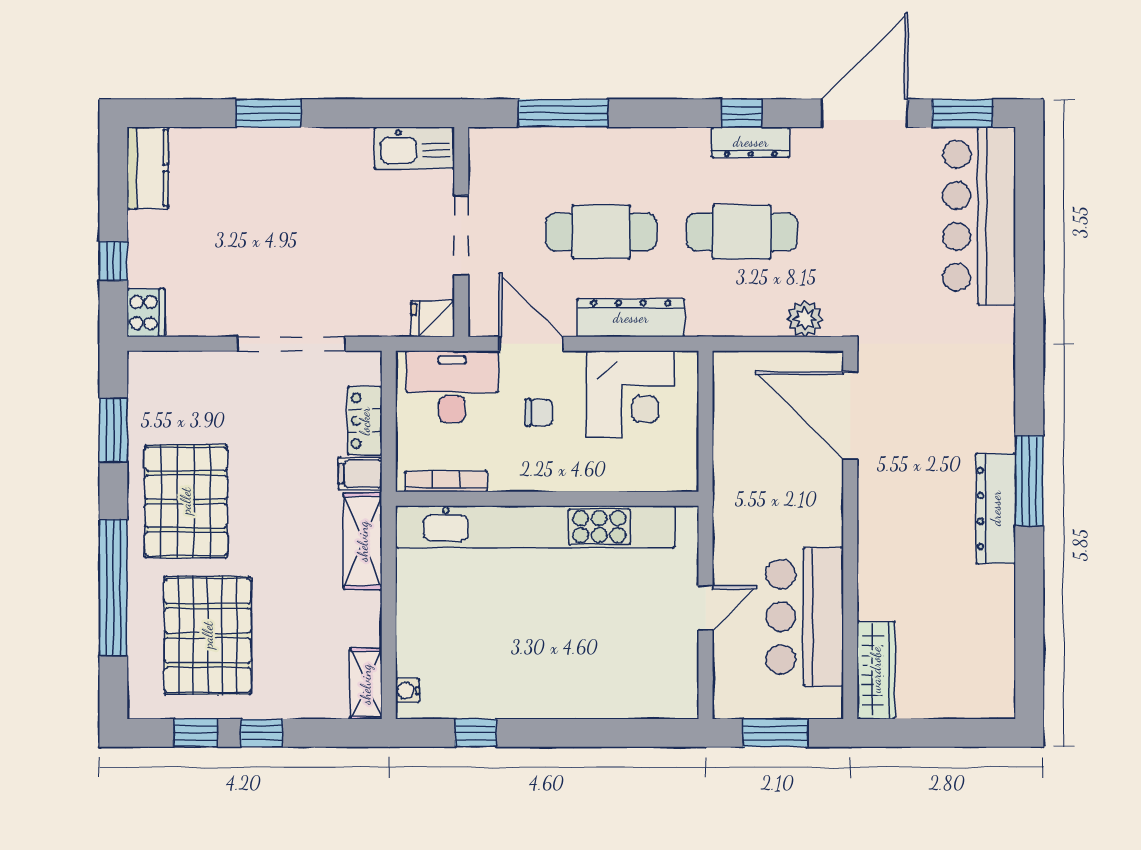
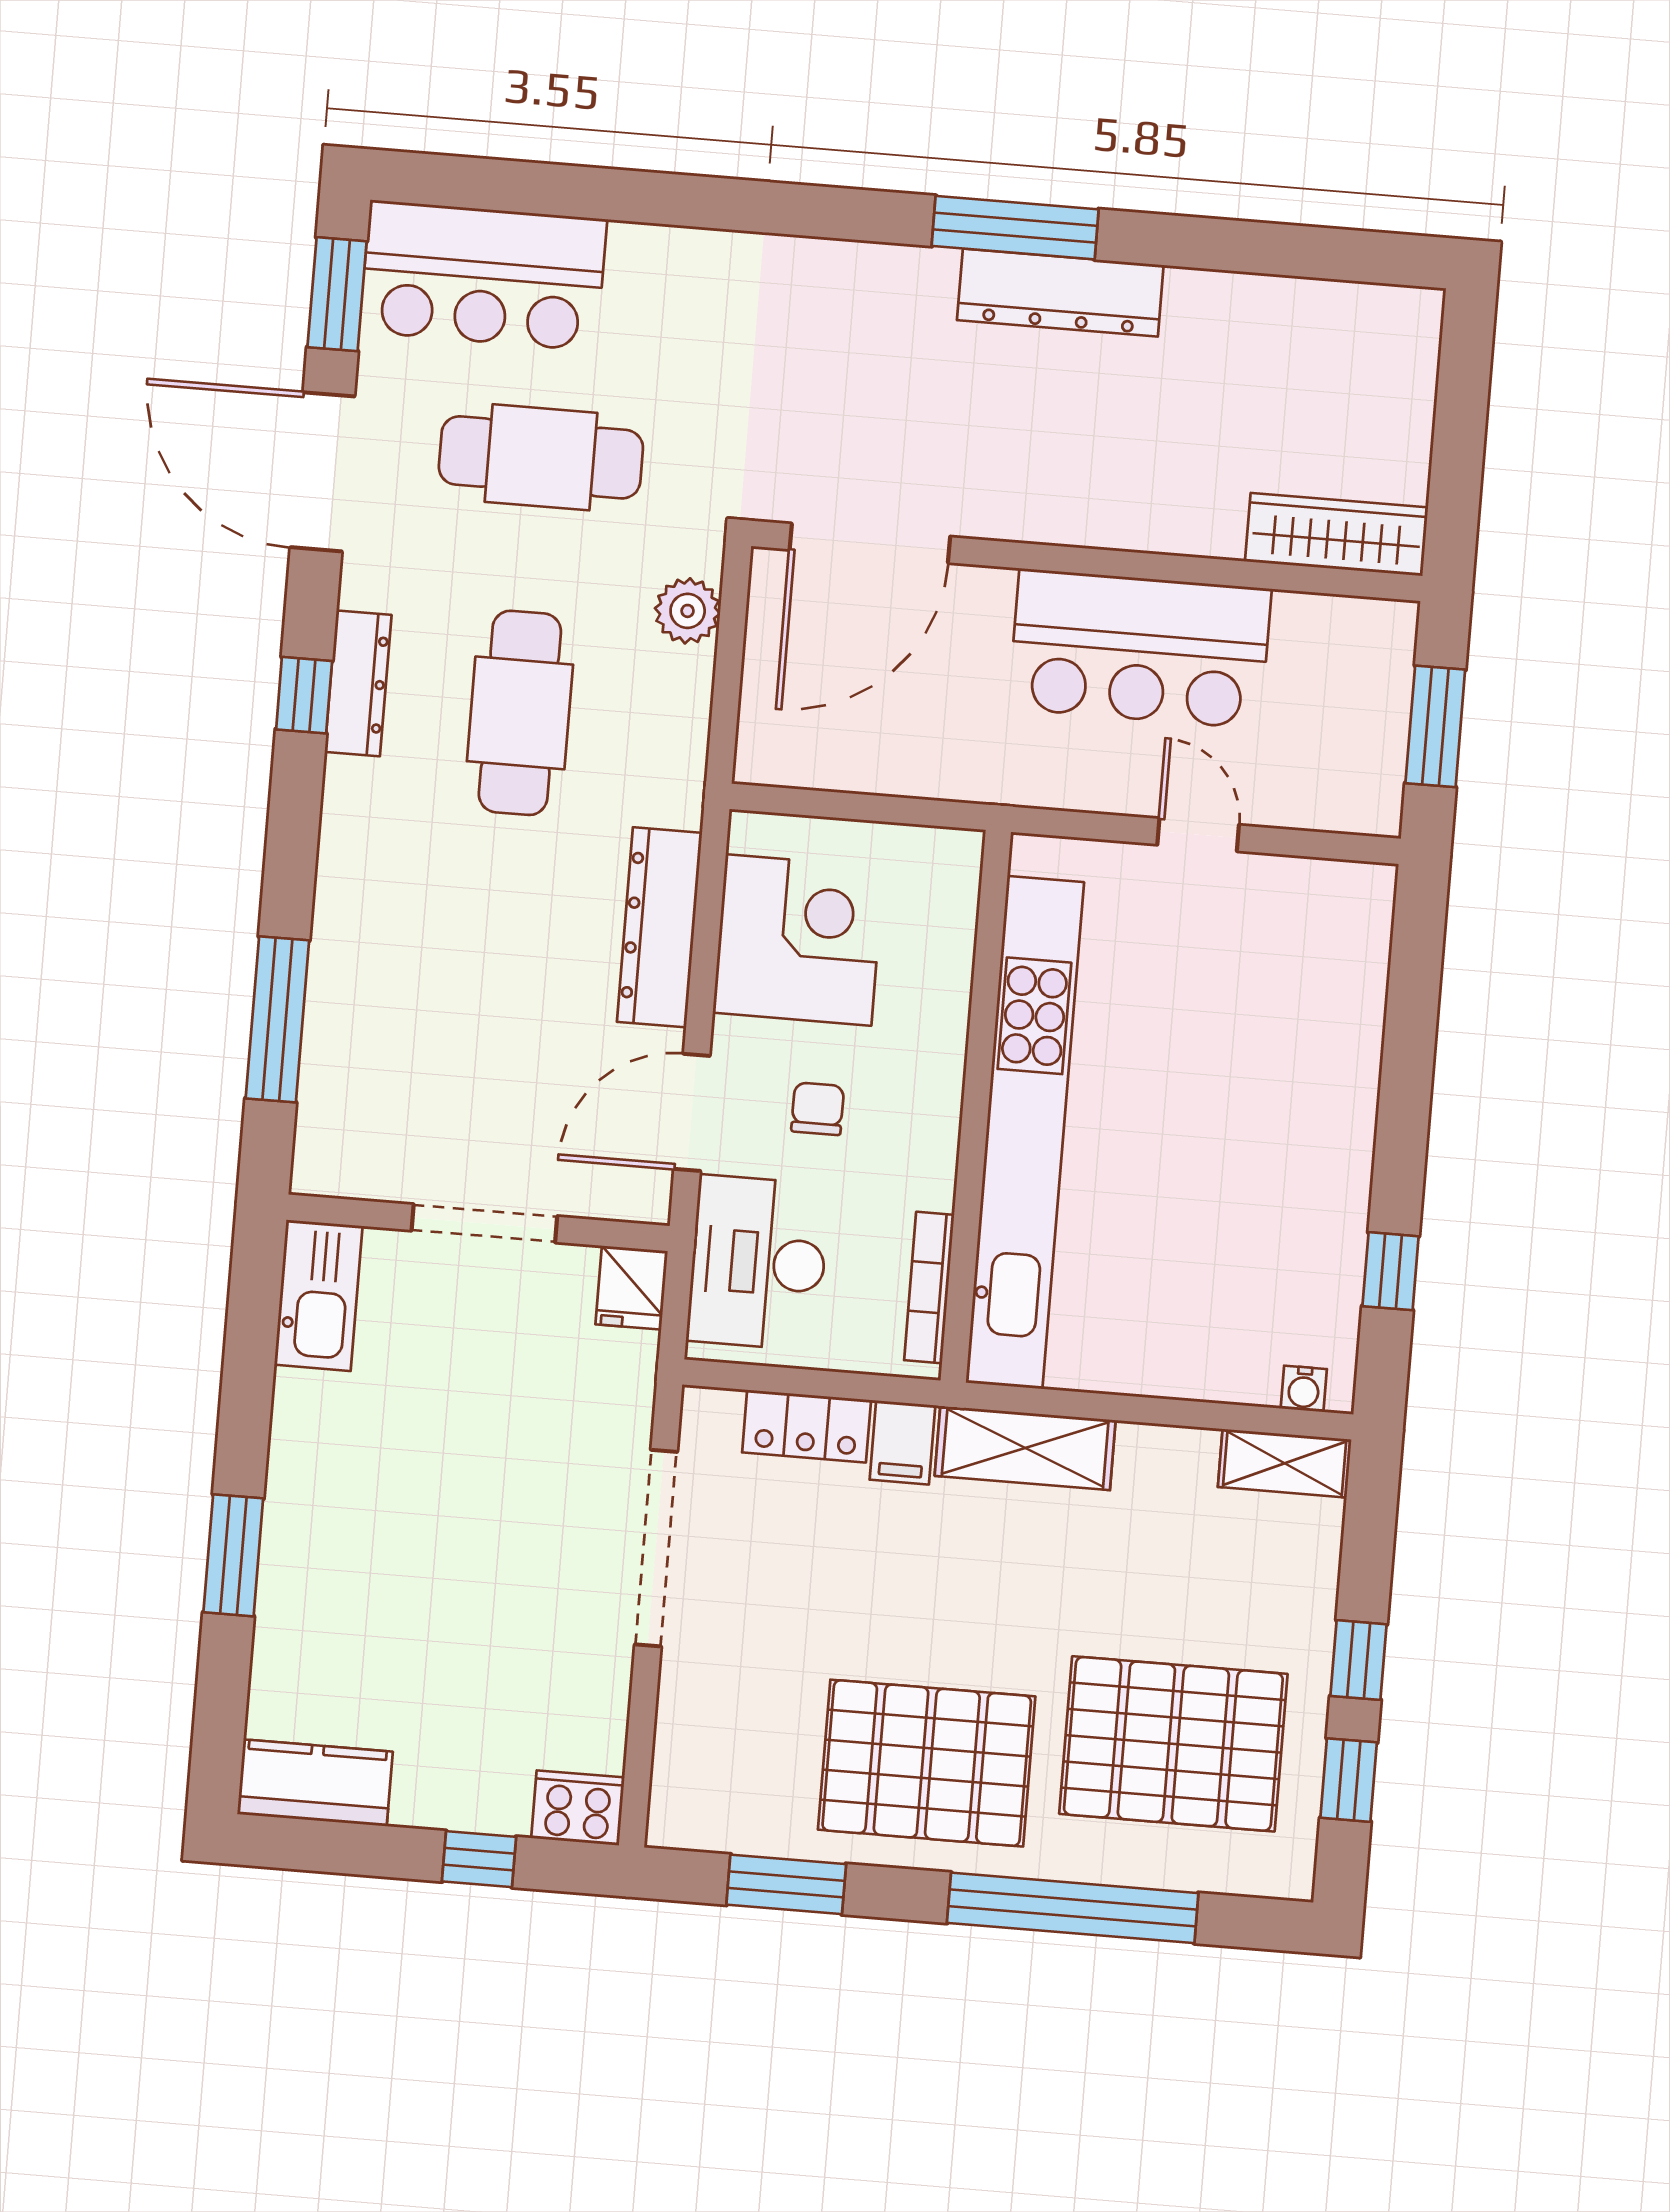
bar counter: (979, 216) -> (483, 275), width x0.73
cafe table: (601, 232) -> (541, 457), moved, turned 90
bar counter: (805, 617) -> (1140, 649), moved

